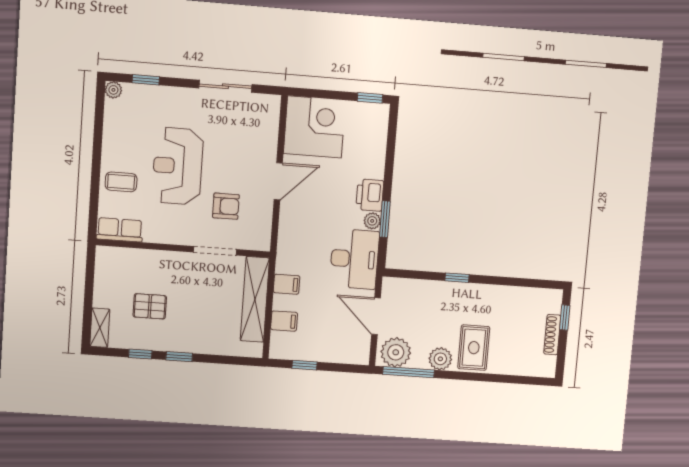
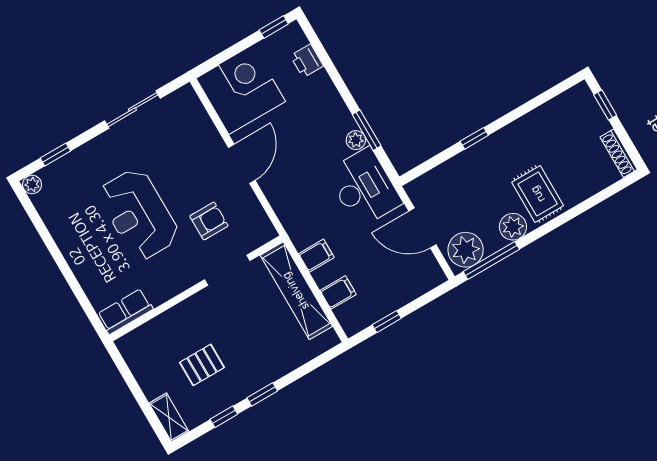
coffee table: (121, 182) -> (96, 265), removed
printer: (370, 195) -> (307, 61), moved, width x0.73, depth x0.81
shoe rack: (552, 335) -> (619, 153), moved

